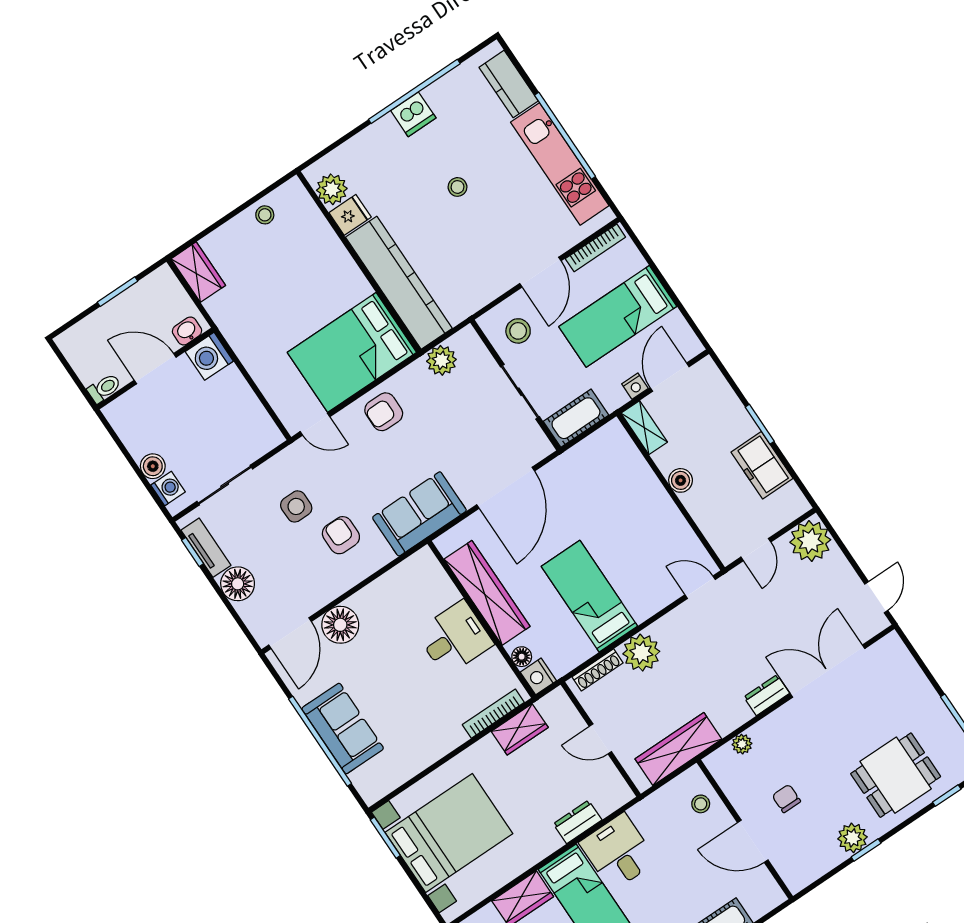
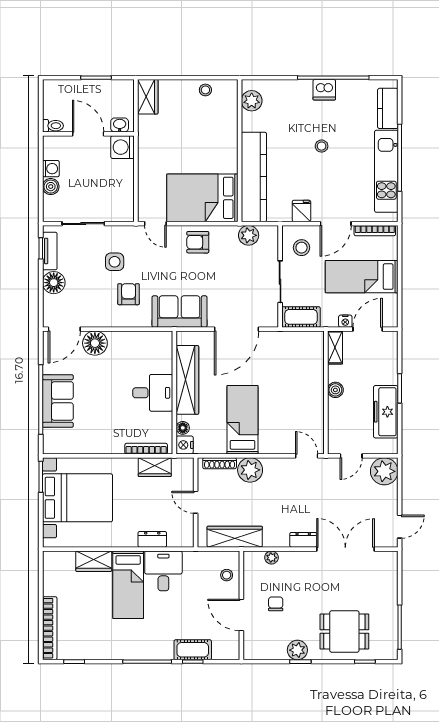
fridge: (350, 215) -> (301, 211), moved, turned -90
freezer: (762, 465) -> (386, 412), width x1.40
washing machine: (168, 489) -> (51, 169), moved

